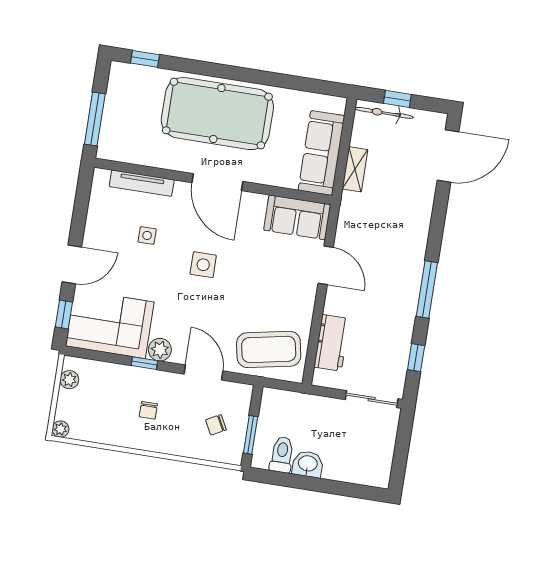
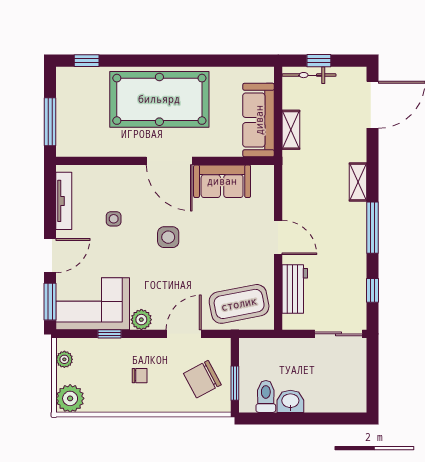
tv unit: (142, 183) -> (64, 201), moved, turned -90
sofa: (297, 217) -> (222, 181), moved
shelving: (419, 237) -> (358, 182), added
door: (326, 265) -> (278, 237), moved
window: (64, 315) -> (50, 302), width x1.50
window: (144, 363) -> (110, 334), moved
door: (203, 372) -> (184, 334), hinge flipped
chair: (148, 410) -> (140, 376), turned -90
chair: (216, 425) -> (202, 379), width x1.87, depth x1.87
plant: (61, 429) -> (70, 398), width x1.88, depth x1.88

